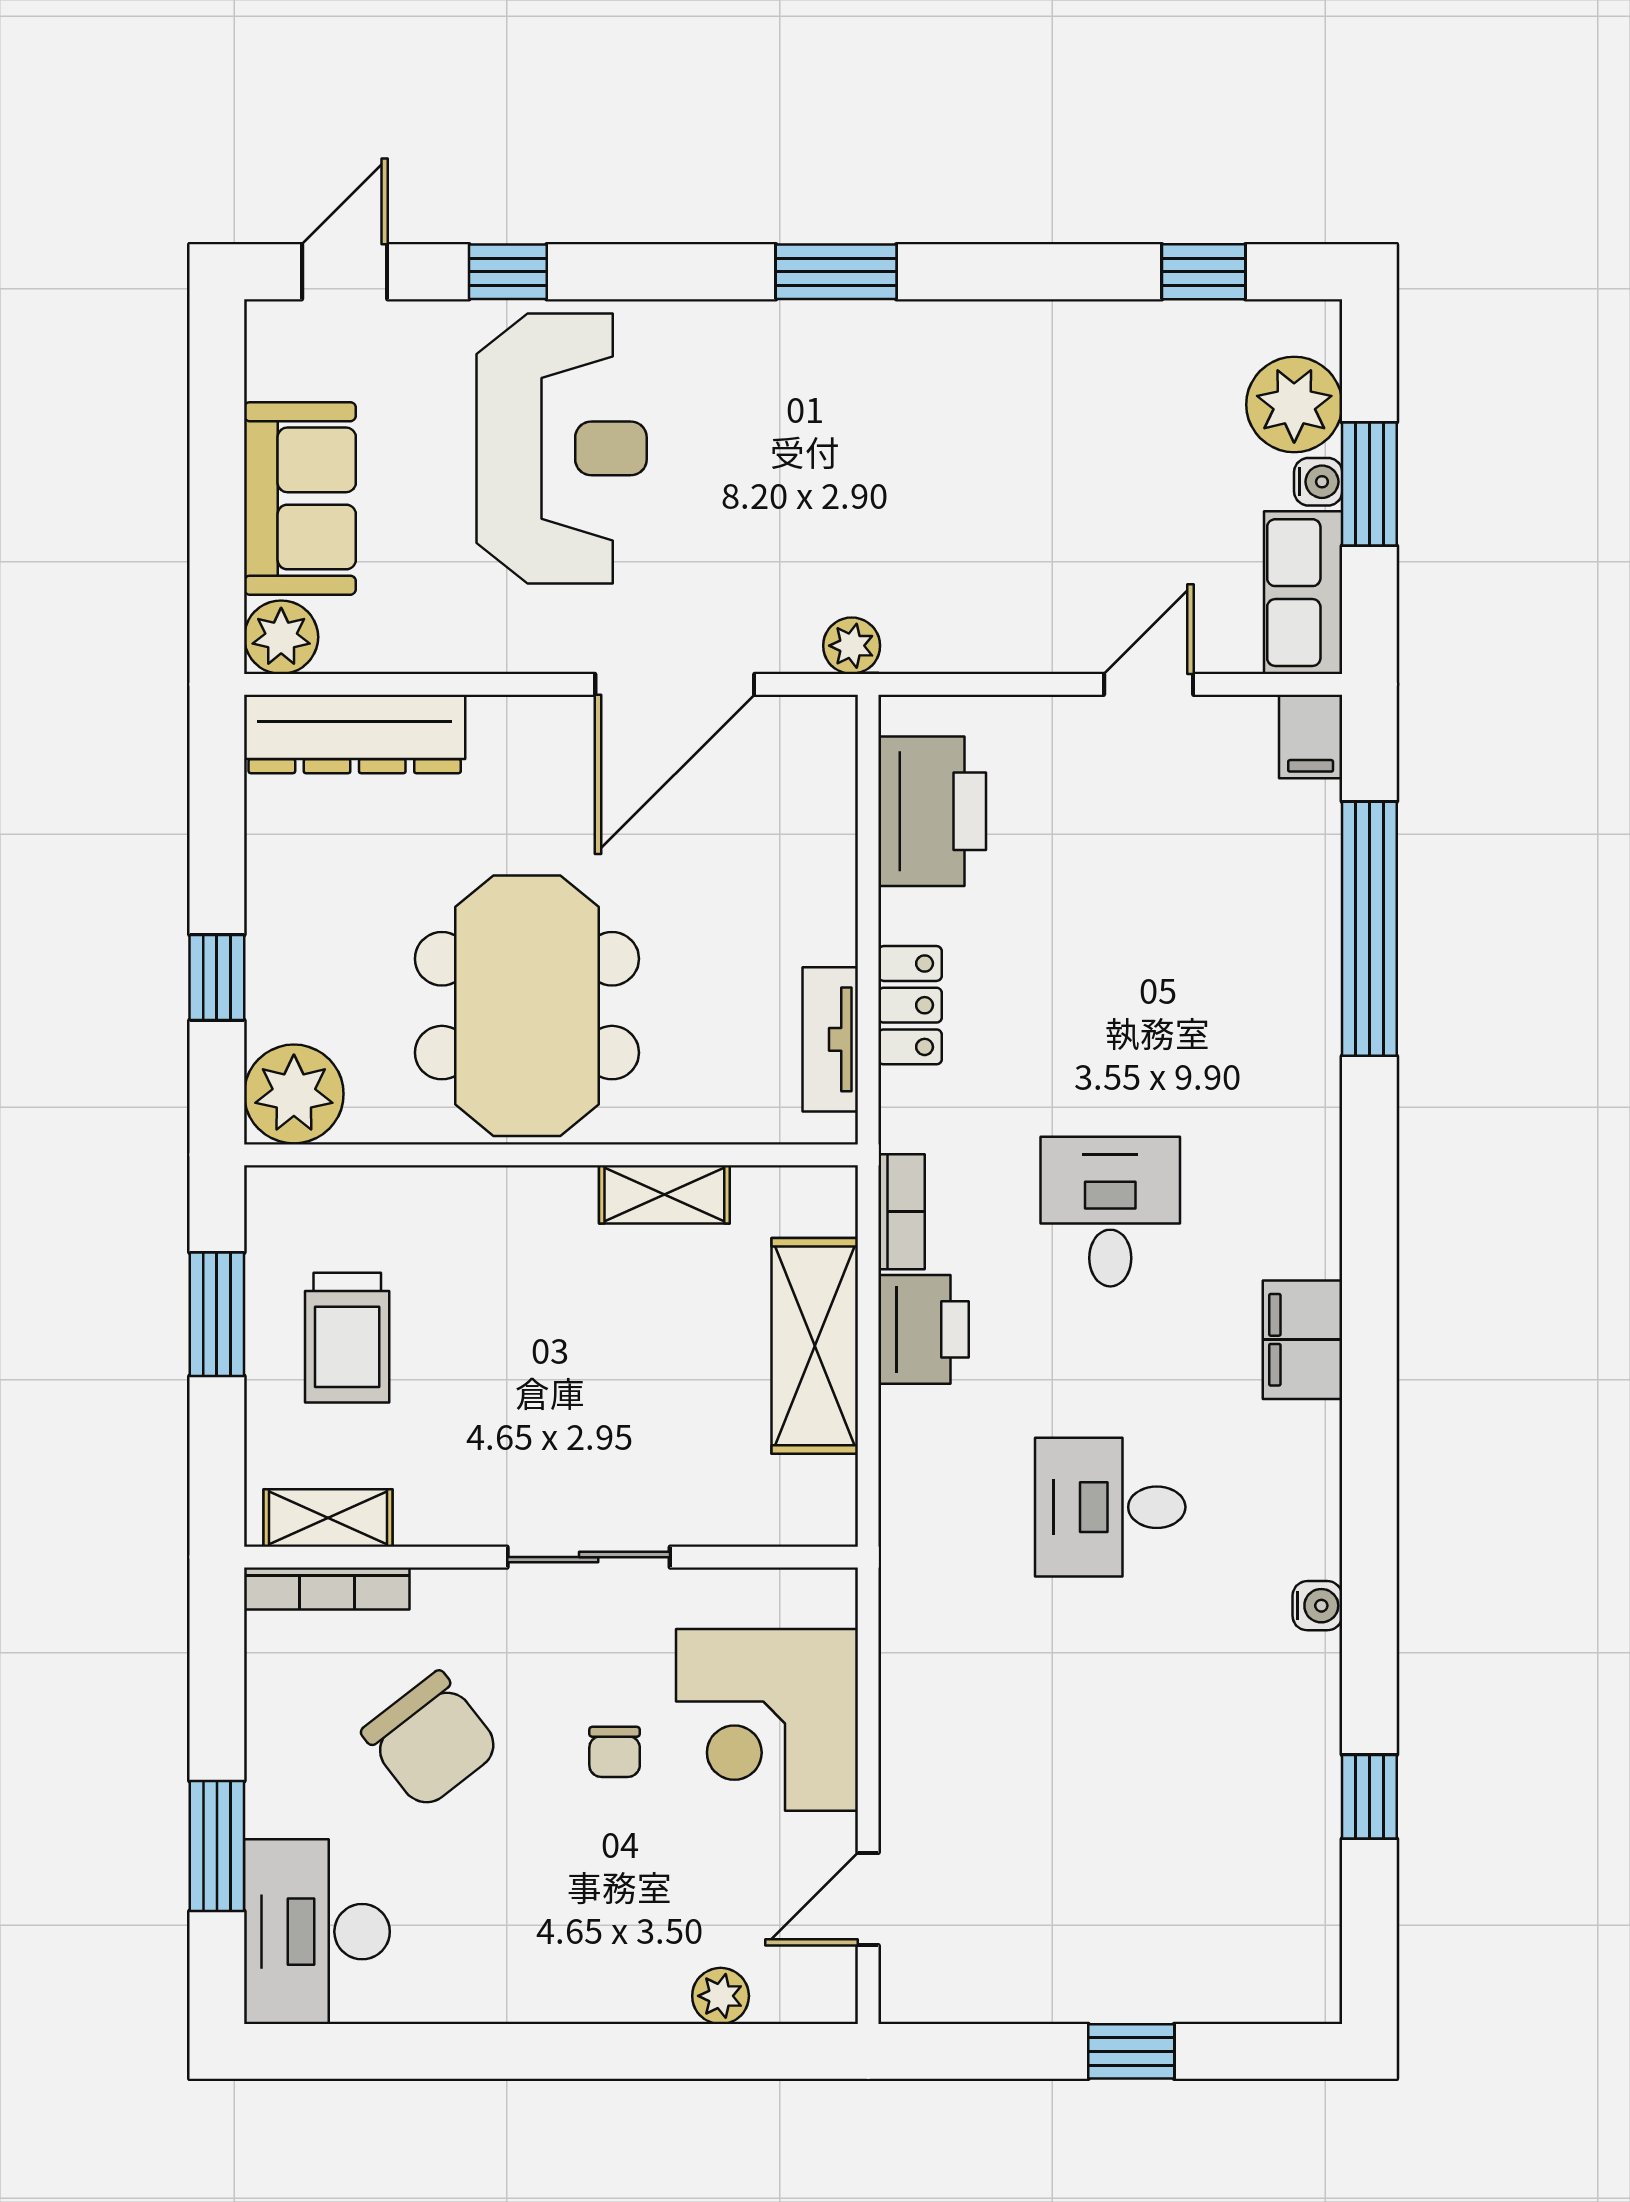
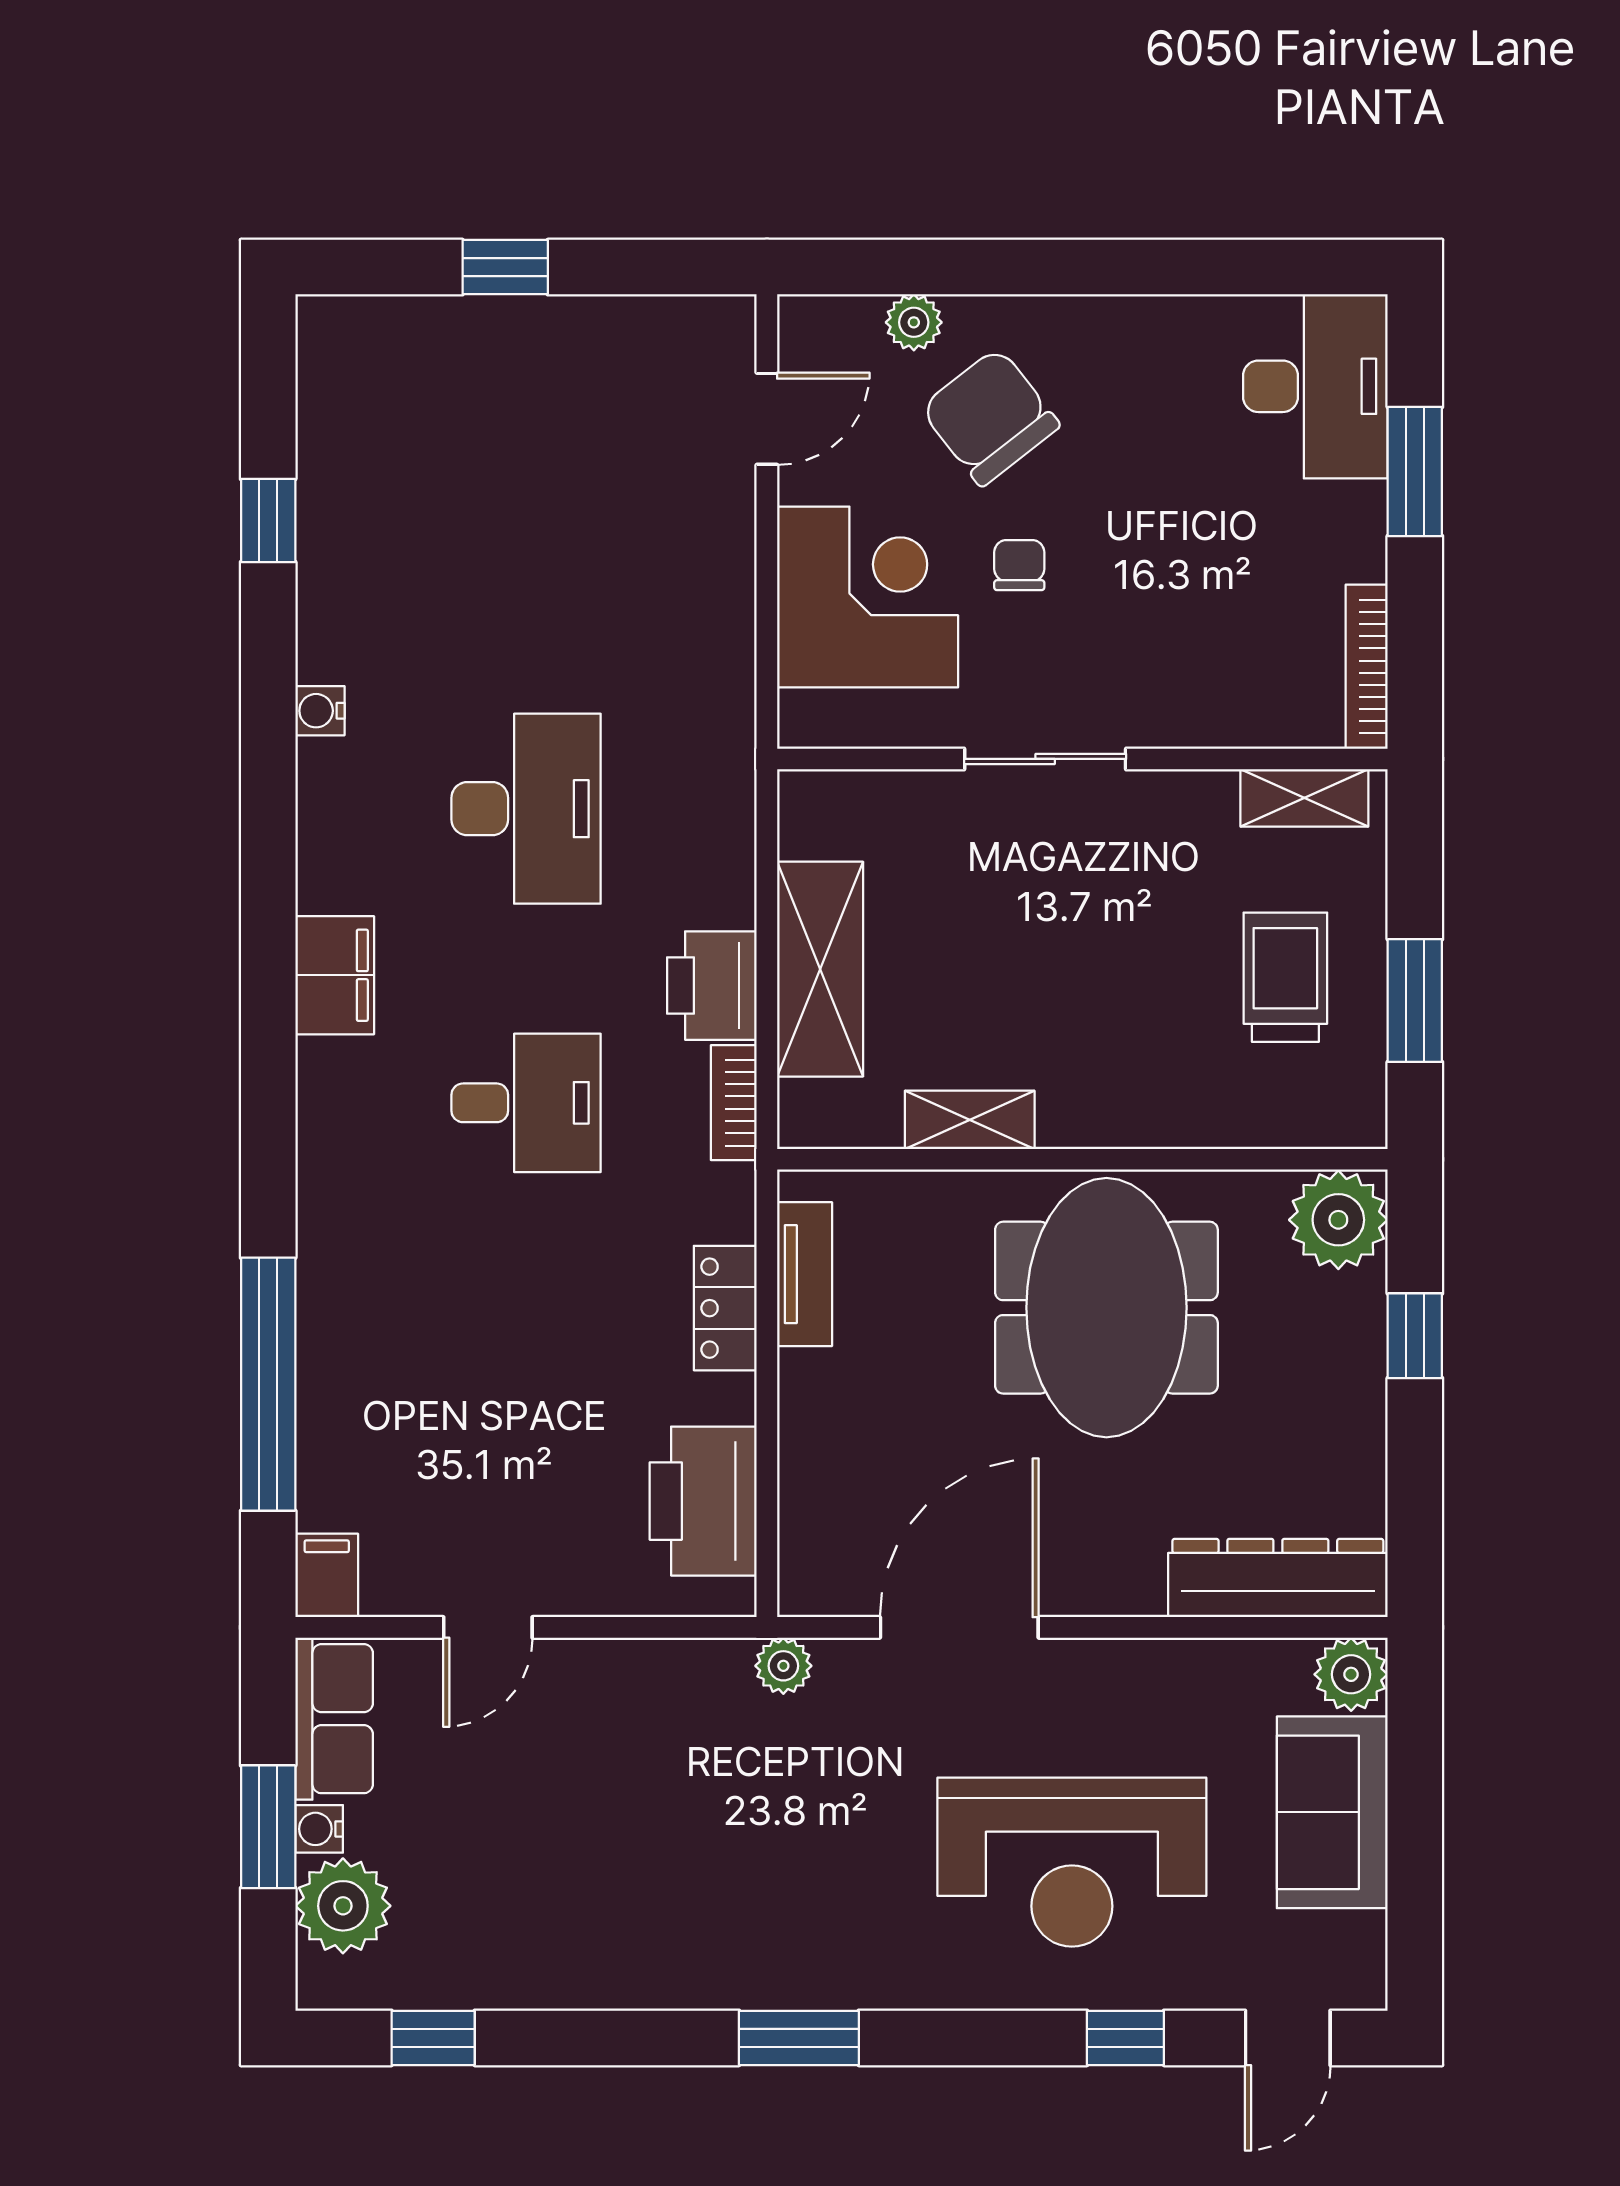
reception desk: (562, 448) -> (1072, 1862), turned -90
desk: (1110, 1212) -> (526, 1103), turned -90
desk: (1110, 1507) -> (526, 809), width x1.37
bookcase: (327, 1588) -> (1367, 667), moved, turned -90
chair: (431, 1740) -> (990, 417), moved

